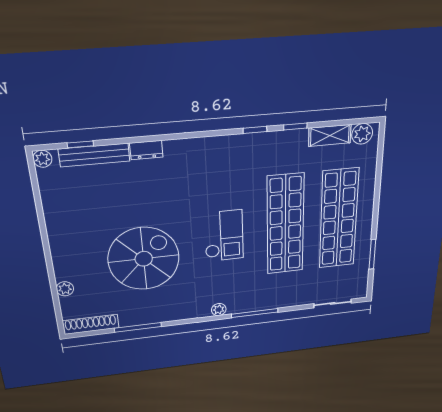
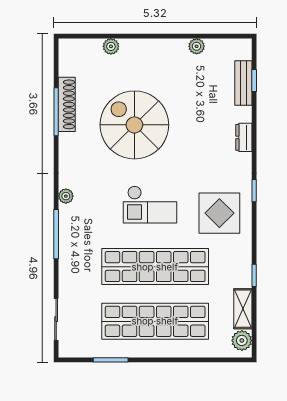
window: (255, 130) -> (254, 191), moved
bench: (94, 155) -> (243, 83), width x0.73
plant: (42, 159) -> (197, 46), moved
display table: (230, 168) -> (219, 213), added
spiral stairs: (144, 259) -> (134, 125), turned 180
shoe rack: (91, 324) -> (67, 104), moved

